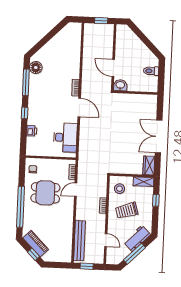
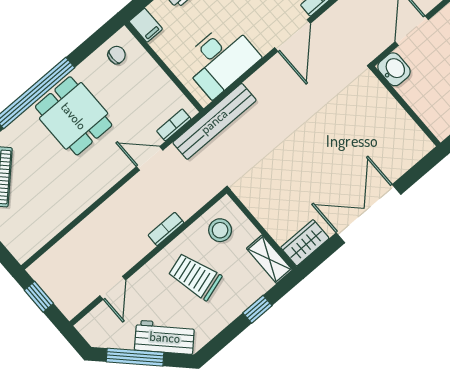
filing cabinet: (32, 151) -> (146, 25), added
dining table: (45, 193) -> (74, 116), moved
bench: (80, 241) -> (214, 121), moved

